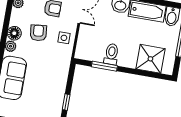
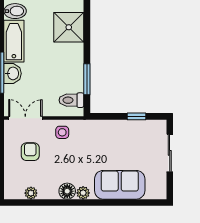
armchair: (38, 33) -> (62, 163), removed
toilet: (111, 54) -> (71, 100), moved

